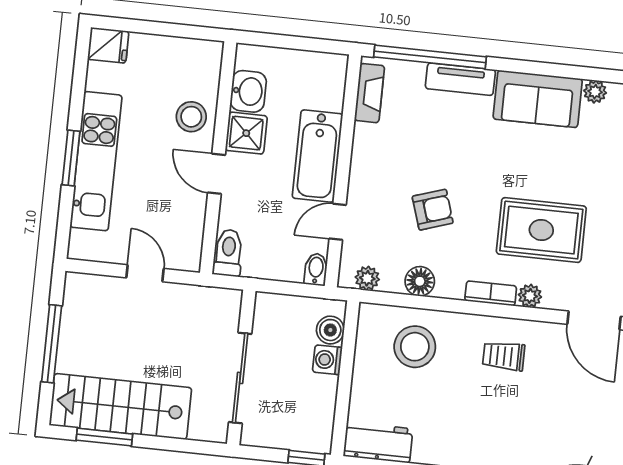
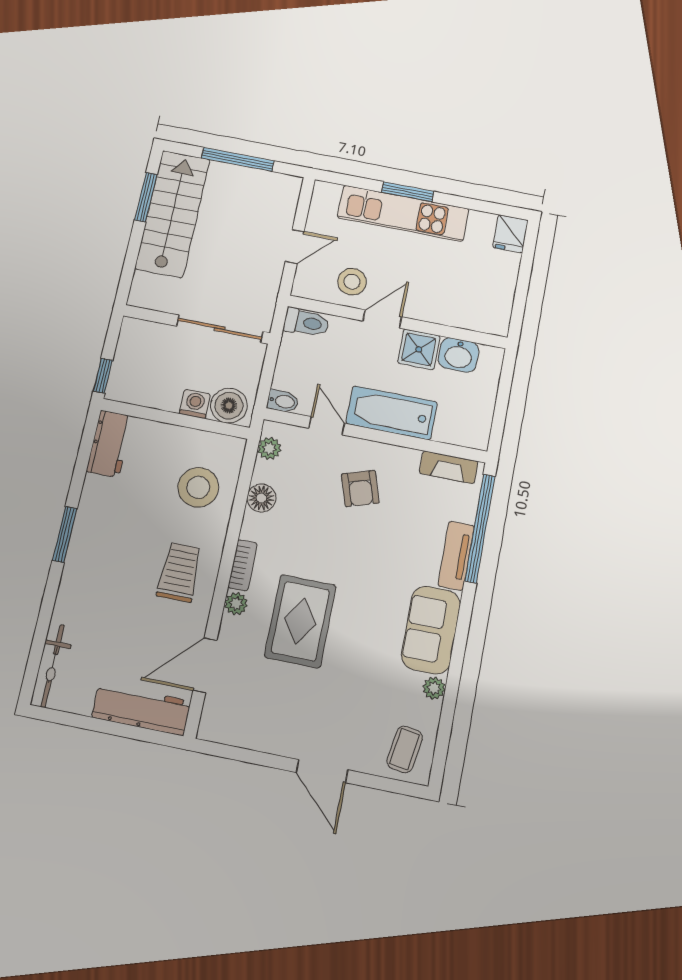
stool: (191, 117) -> (352, 282), moved
armchair: (433, 210) -> (360, 488), moved
boiler: (330, 330) -> (229, 406), width x1.36, depth x1.36
trolley: (504, 356) -> (179, 572), width x1.36, depth x1.39
sliding door: (240, 378) -> (220, 329), moved

